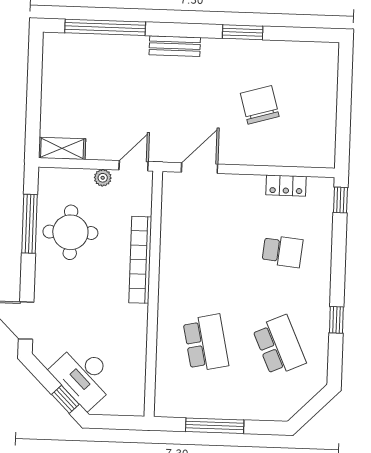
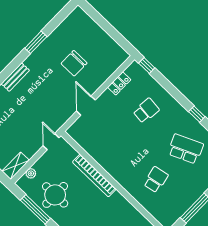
chair: (260, 105) -> (74, 63), turned -74
door: (200, 168) -> (86, 106), moved
plant: (103, 178) -> (31, 173), moved
school desk: (206, 343) -> (156, 180), width x0.54

